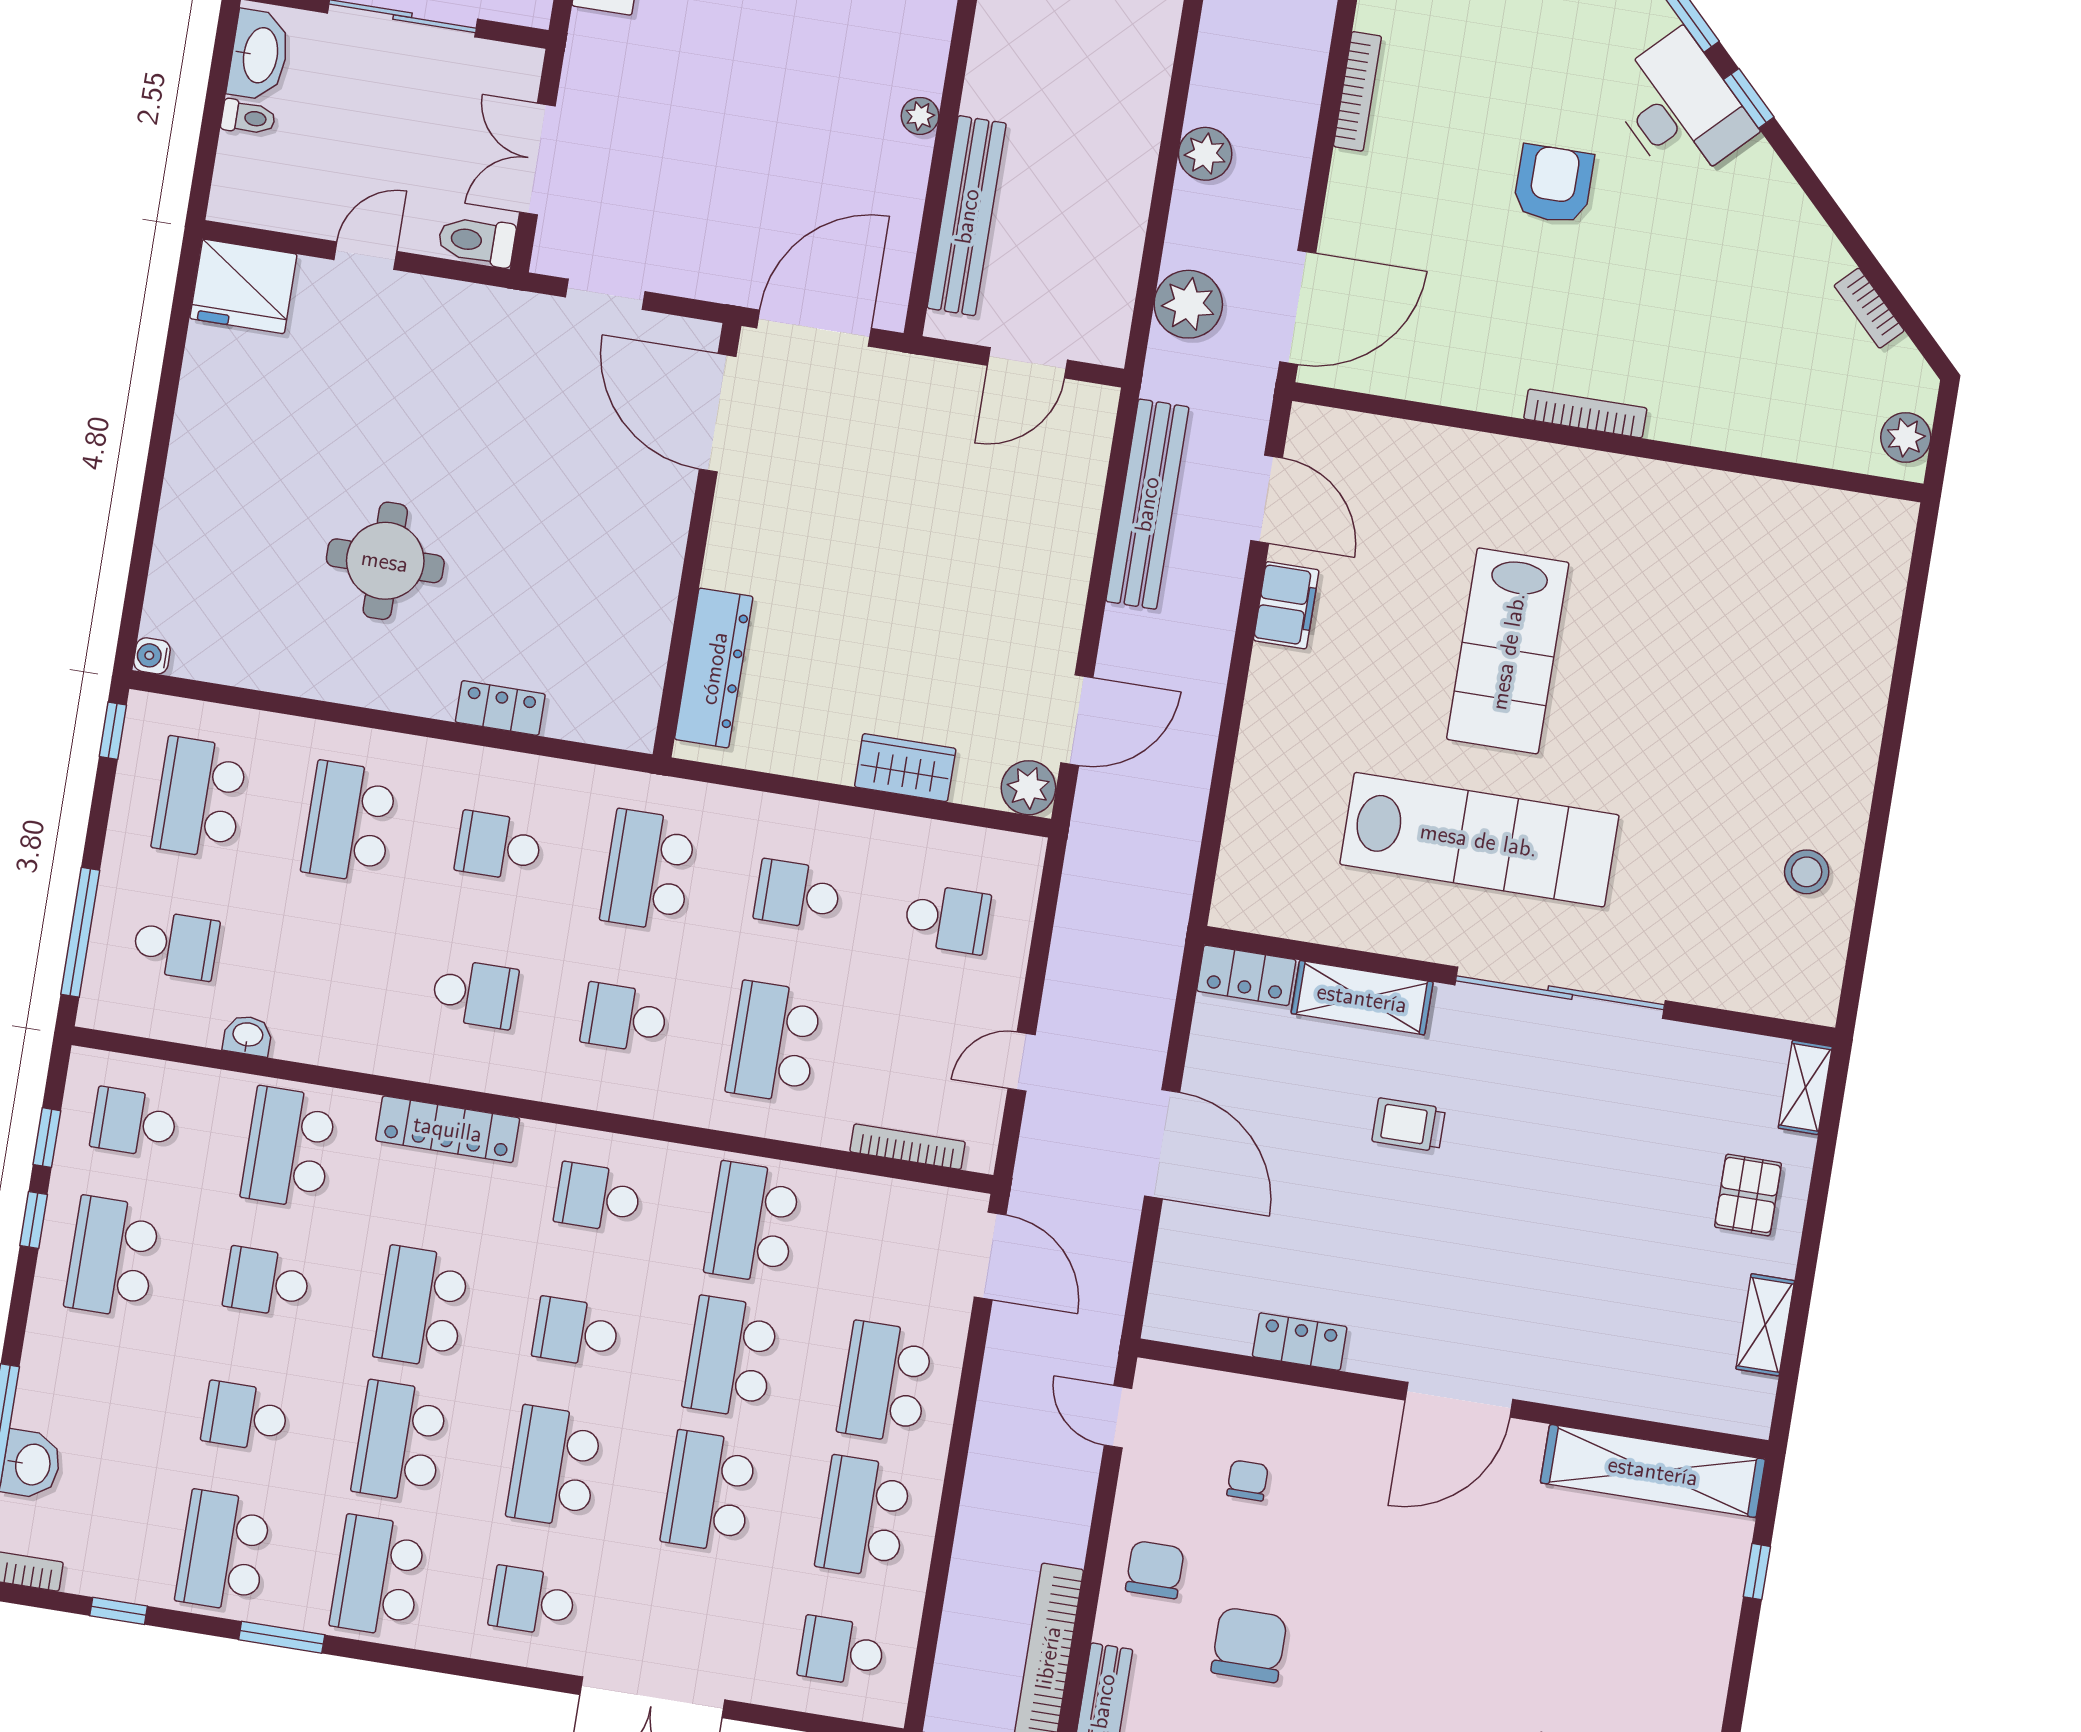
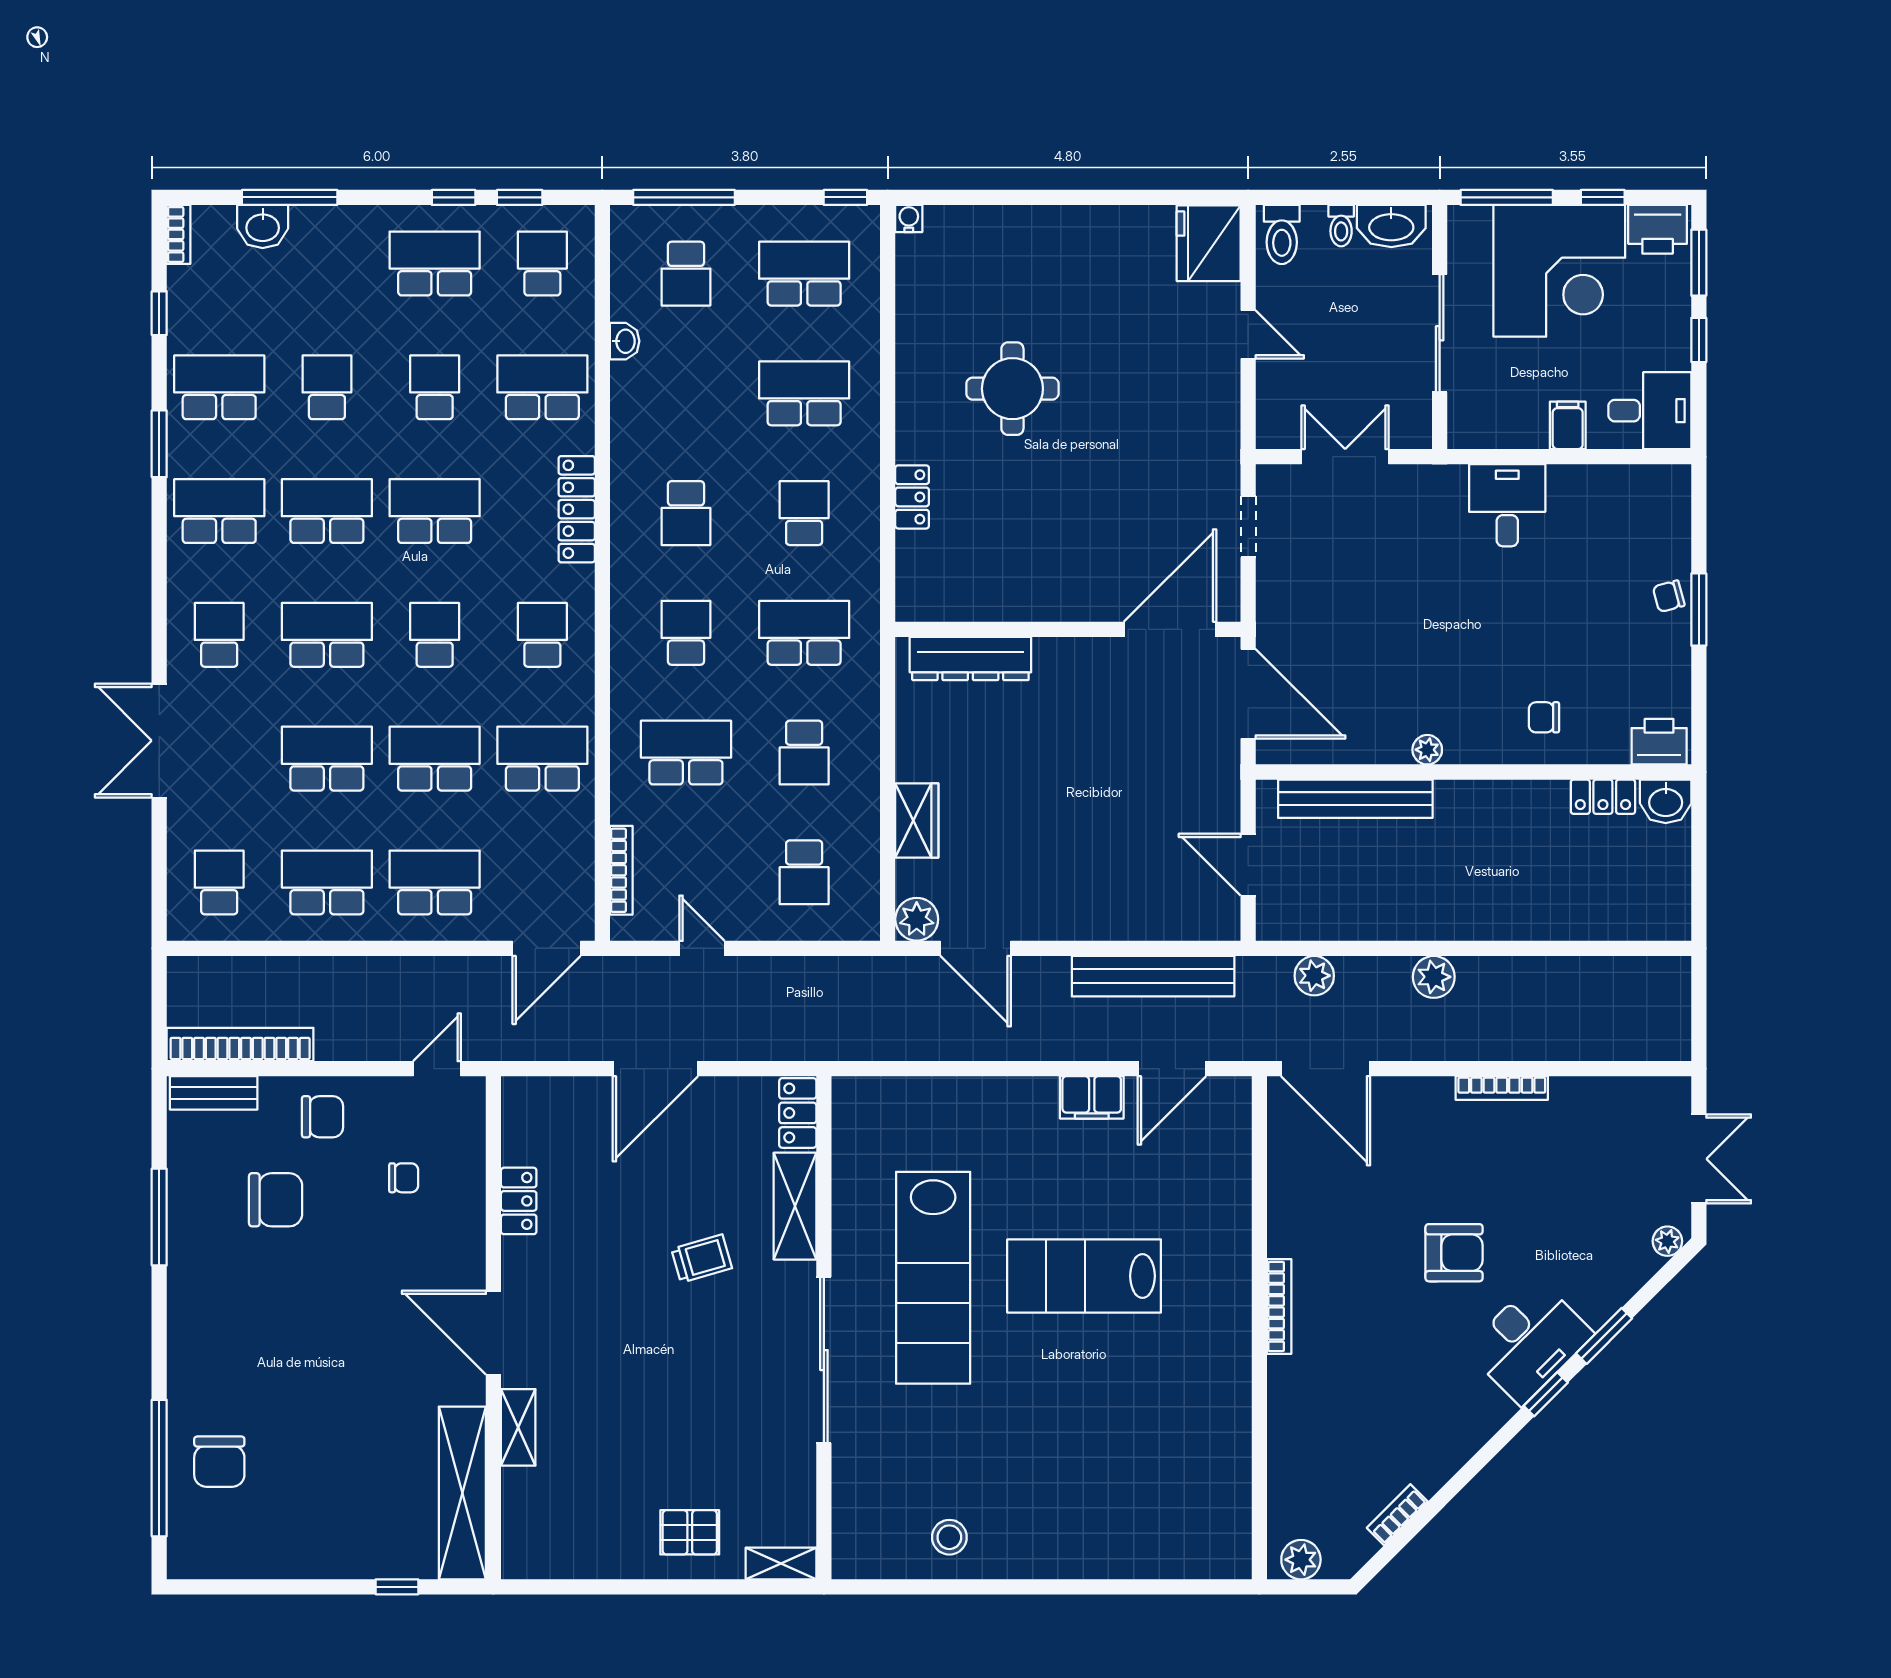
toilet: (477, 241) -> (1282, 235), moved, turned 180
plant: (1188, 304) -> (1314, 976), width x0.73, depth x0.73
school desk: (798, 895) -> (804, 753), turned 180
trolley: (1409, 1125) -> (702, 1259), turned 74
shelving: (1765, 1325) -> (518, 1427), moved, turned 90

